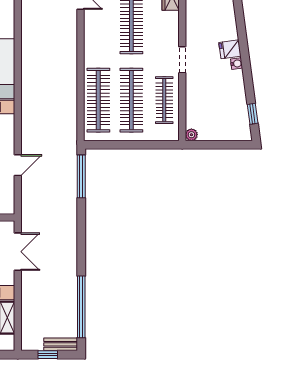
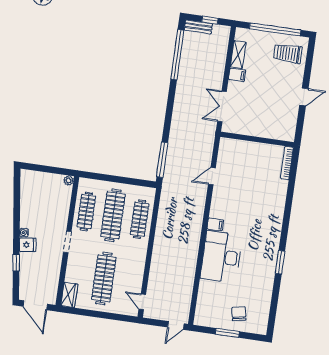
clothes rail: (98, 100) -> (140, 219), width x0.73, depth x0.76
window: (253, 114) -> (16, 263), moved

